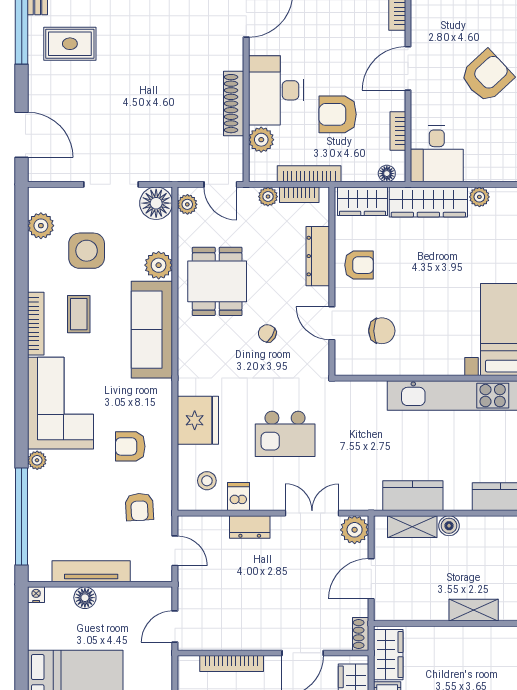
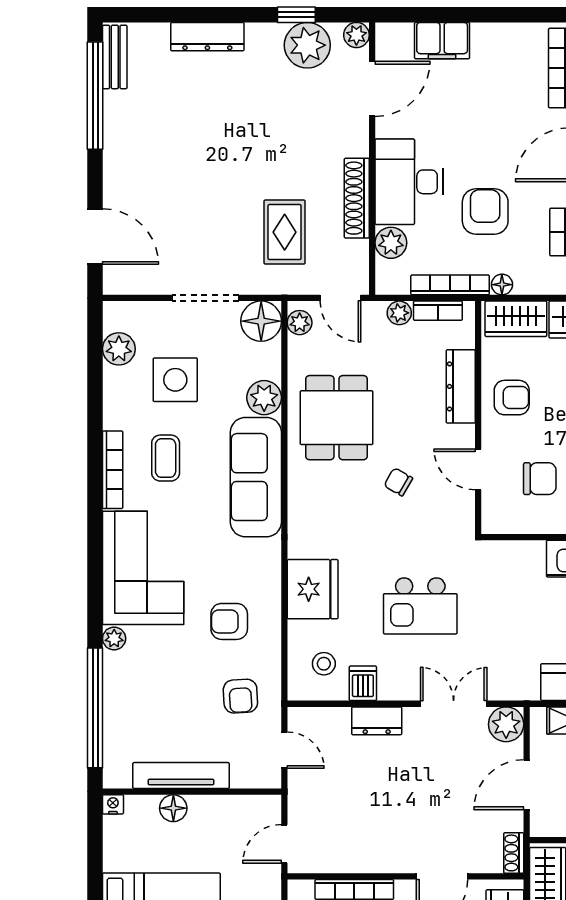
rug: (70, 44) -> (285, 232), moved, turned 90
armchair: (338, 114) -> (485, 212), turned 90
floor lamp: (387, 174) -> (502, 285), moved

